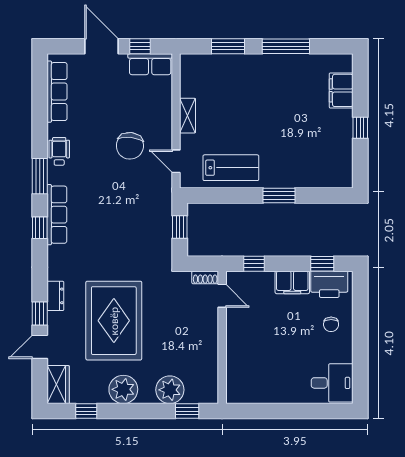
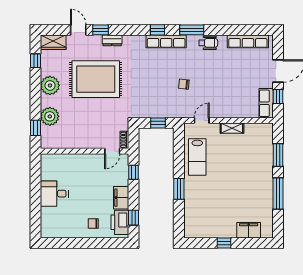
chair: (130, 146) -> (184, 84), moved, width x0.54, depth x0.54
desk: (332, 383) -> (54, 194), moved, turned 90

